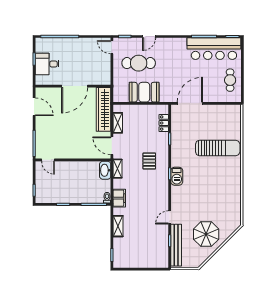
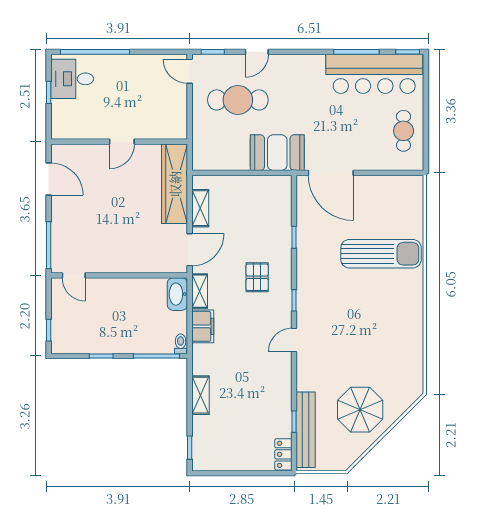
desk: (47, 64) -> (72, 79), moved
door: (75, 86) -> (122, 142), width x0.53
booth: (144, 92) -> (277, 153), moved
door: (190, 103) -> (331, 173), swing flipped
locker: (164, 123) -> (283, 454), moved
door: (112, 146) -> (190, 250), swing flipped
barbecue: (177, 176) -> (307, 305), removed
filing cabinet: (119, 198) -> (203, 326), moved
door: (170, 217) -> (294, 340), moved

